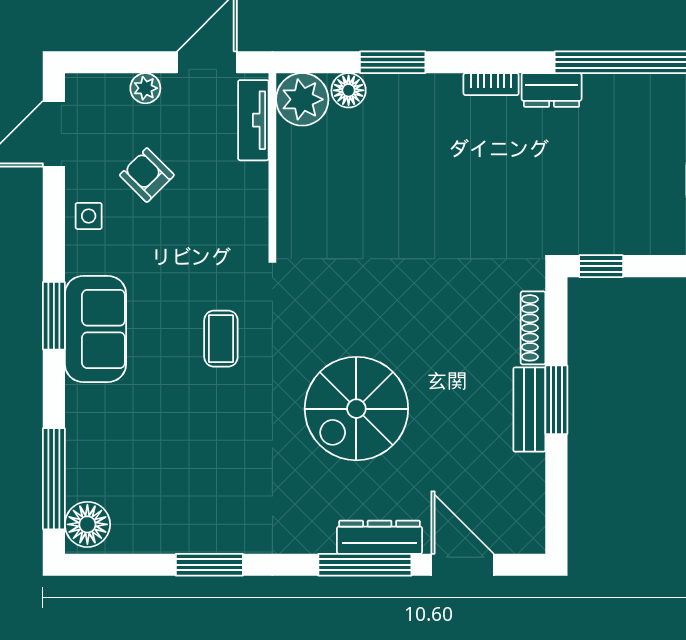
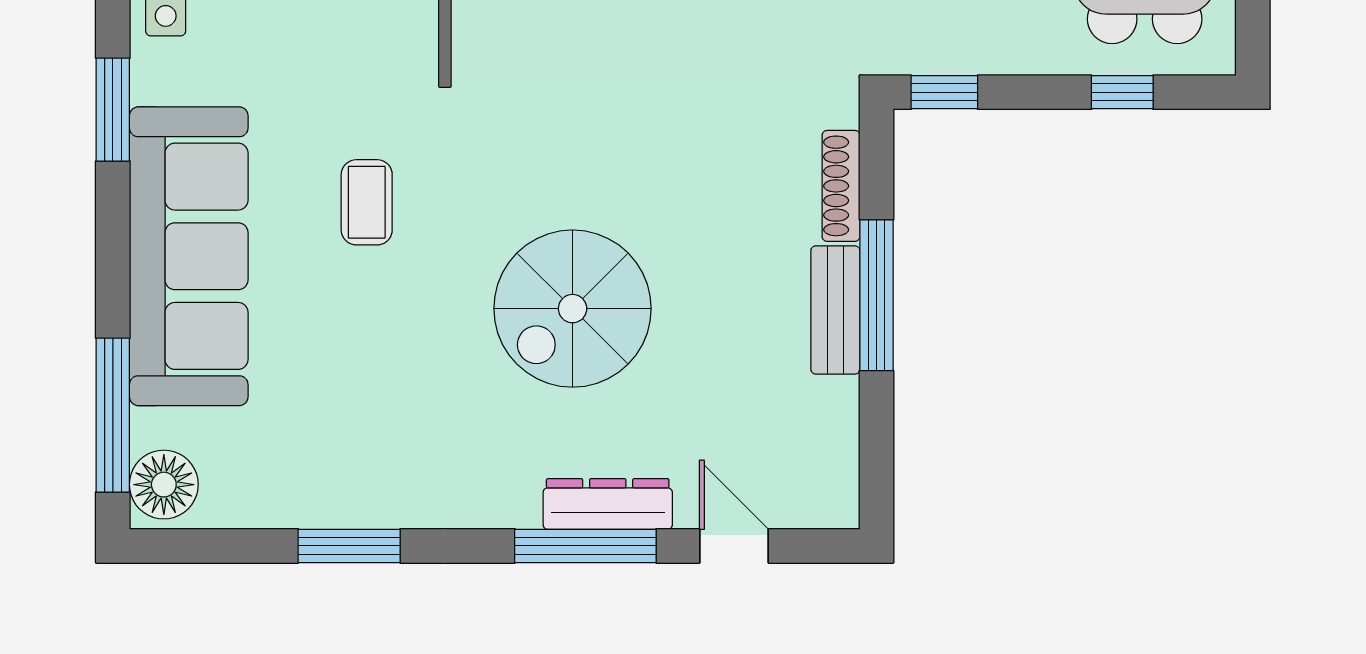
window: (54, 316) -> (113, 110), moved
sofa: (96, 329) -> (189, 256), width x1.85, depth x1.27
window: (556, 400) -> (876, 295), width x1.44
door: (463, 565) -> (734, 546), width x0.73

